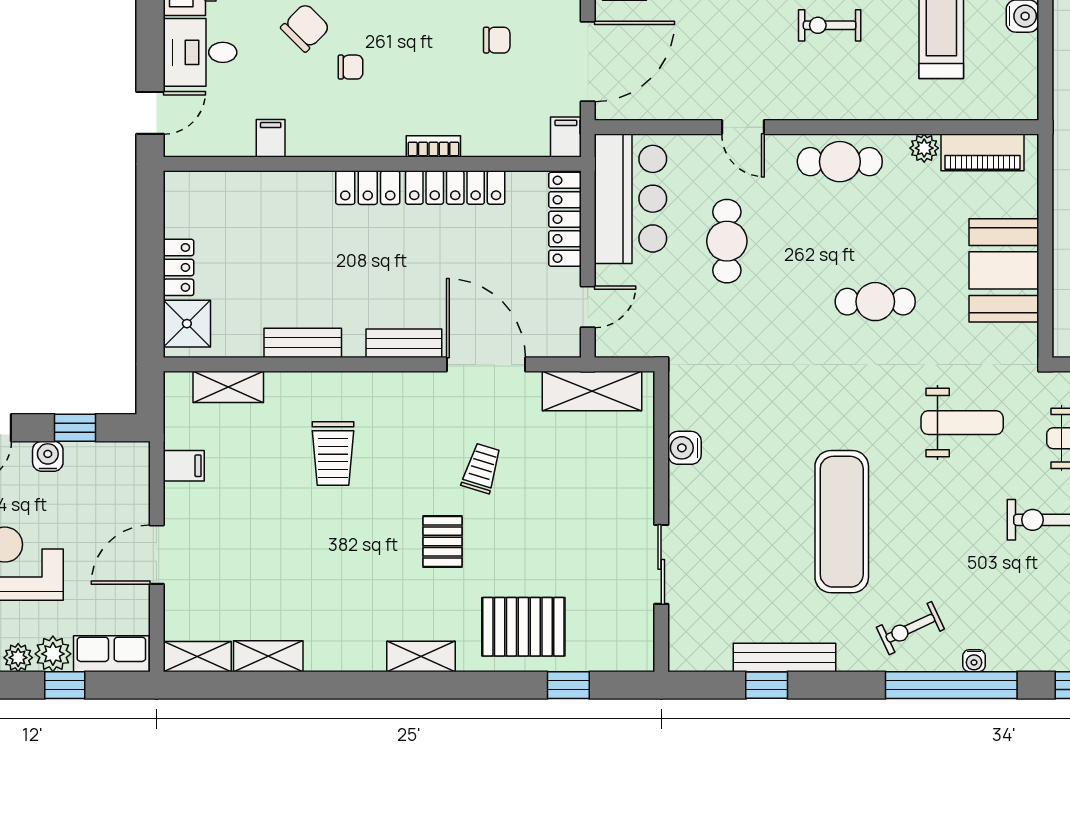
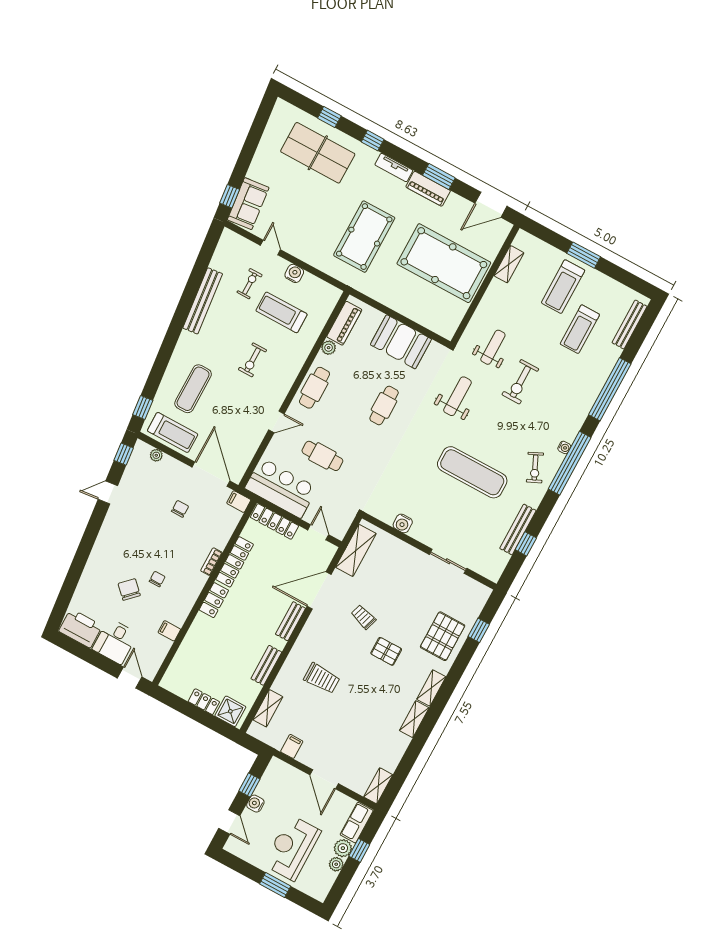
shelving: (268, 656) -> (414, 719), moved

